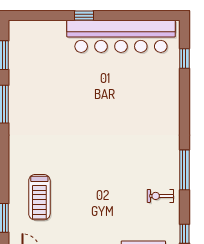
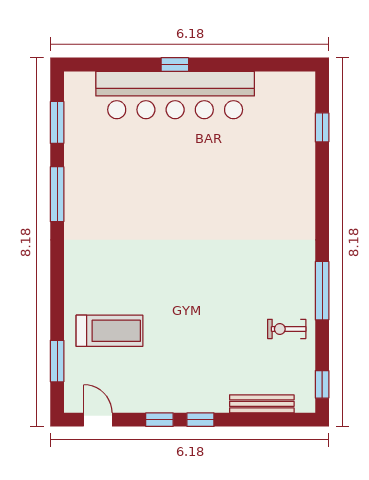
bar counter: (121, 36) -> (175, 95), moved
treadmill: (39, 197) -> (109, 331), turned -90

